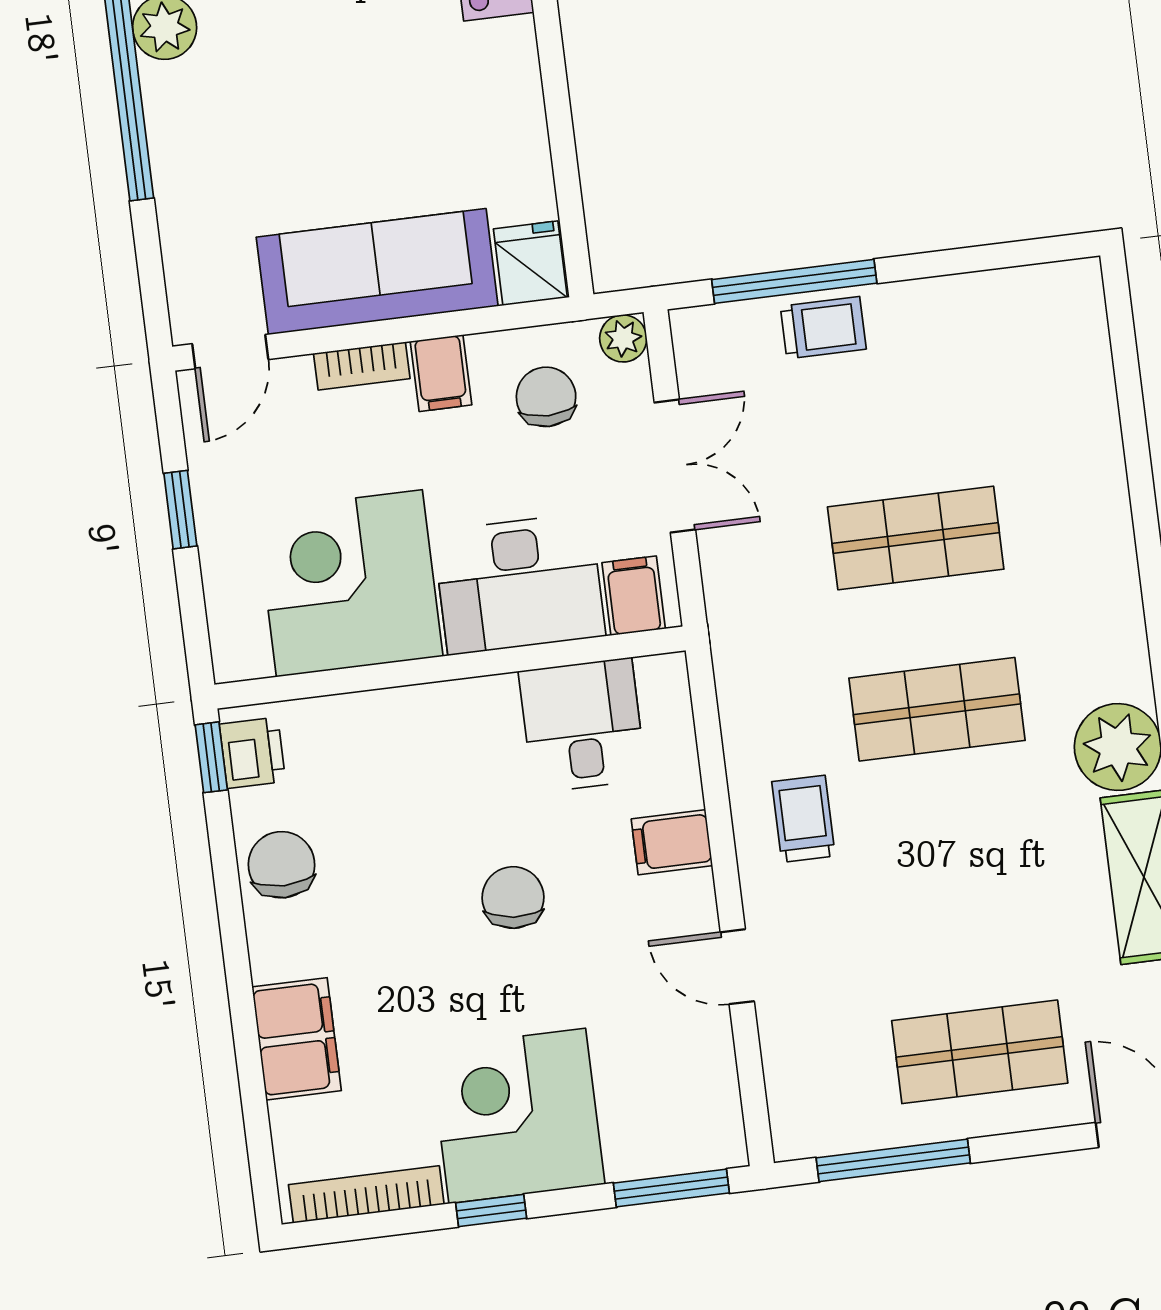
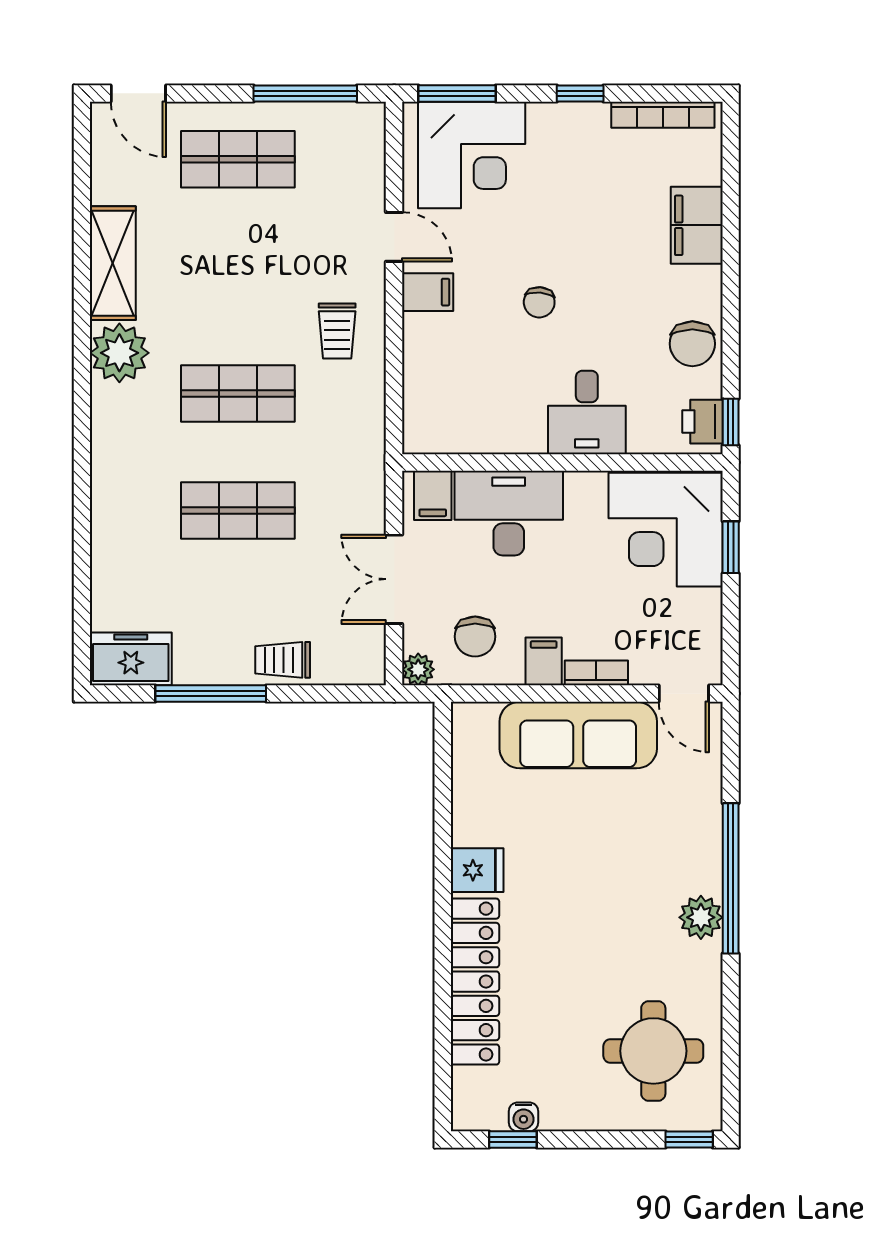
fridge: (530, 263) -> (477, 870), moved, turned -90
window: (794, 281) -> (211, 694), moved
freezer: (1045, 302) -> (131, 659), added
door: (230, 352) -> (684, 694), swing flipped
window: (180, 510) -> (731, 547), moved
corner desk: (349, 583) -> (666, 530), moved, turned 90
desk: (582, 725) -> (587, 412), moved
filing cabinet: (672, 842) -> (428, 292), moved
chair: (513, 898) -> (539, 302), width x0.73, depth x0.73
corner desk: (517, 1116) -> (472, 155), moved

